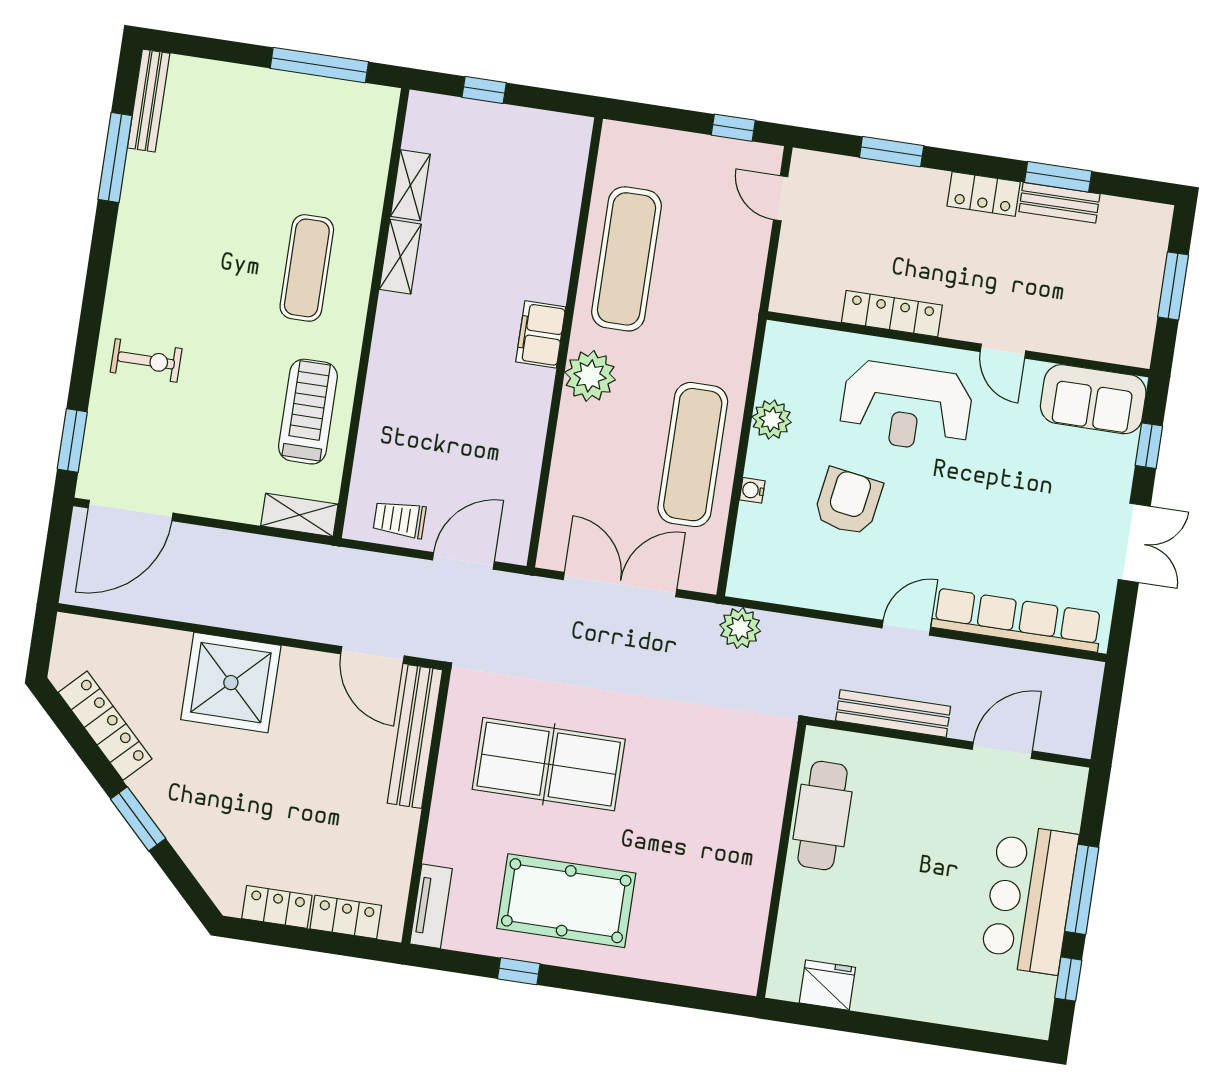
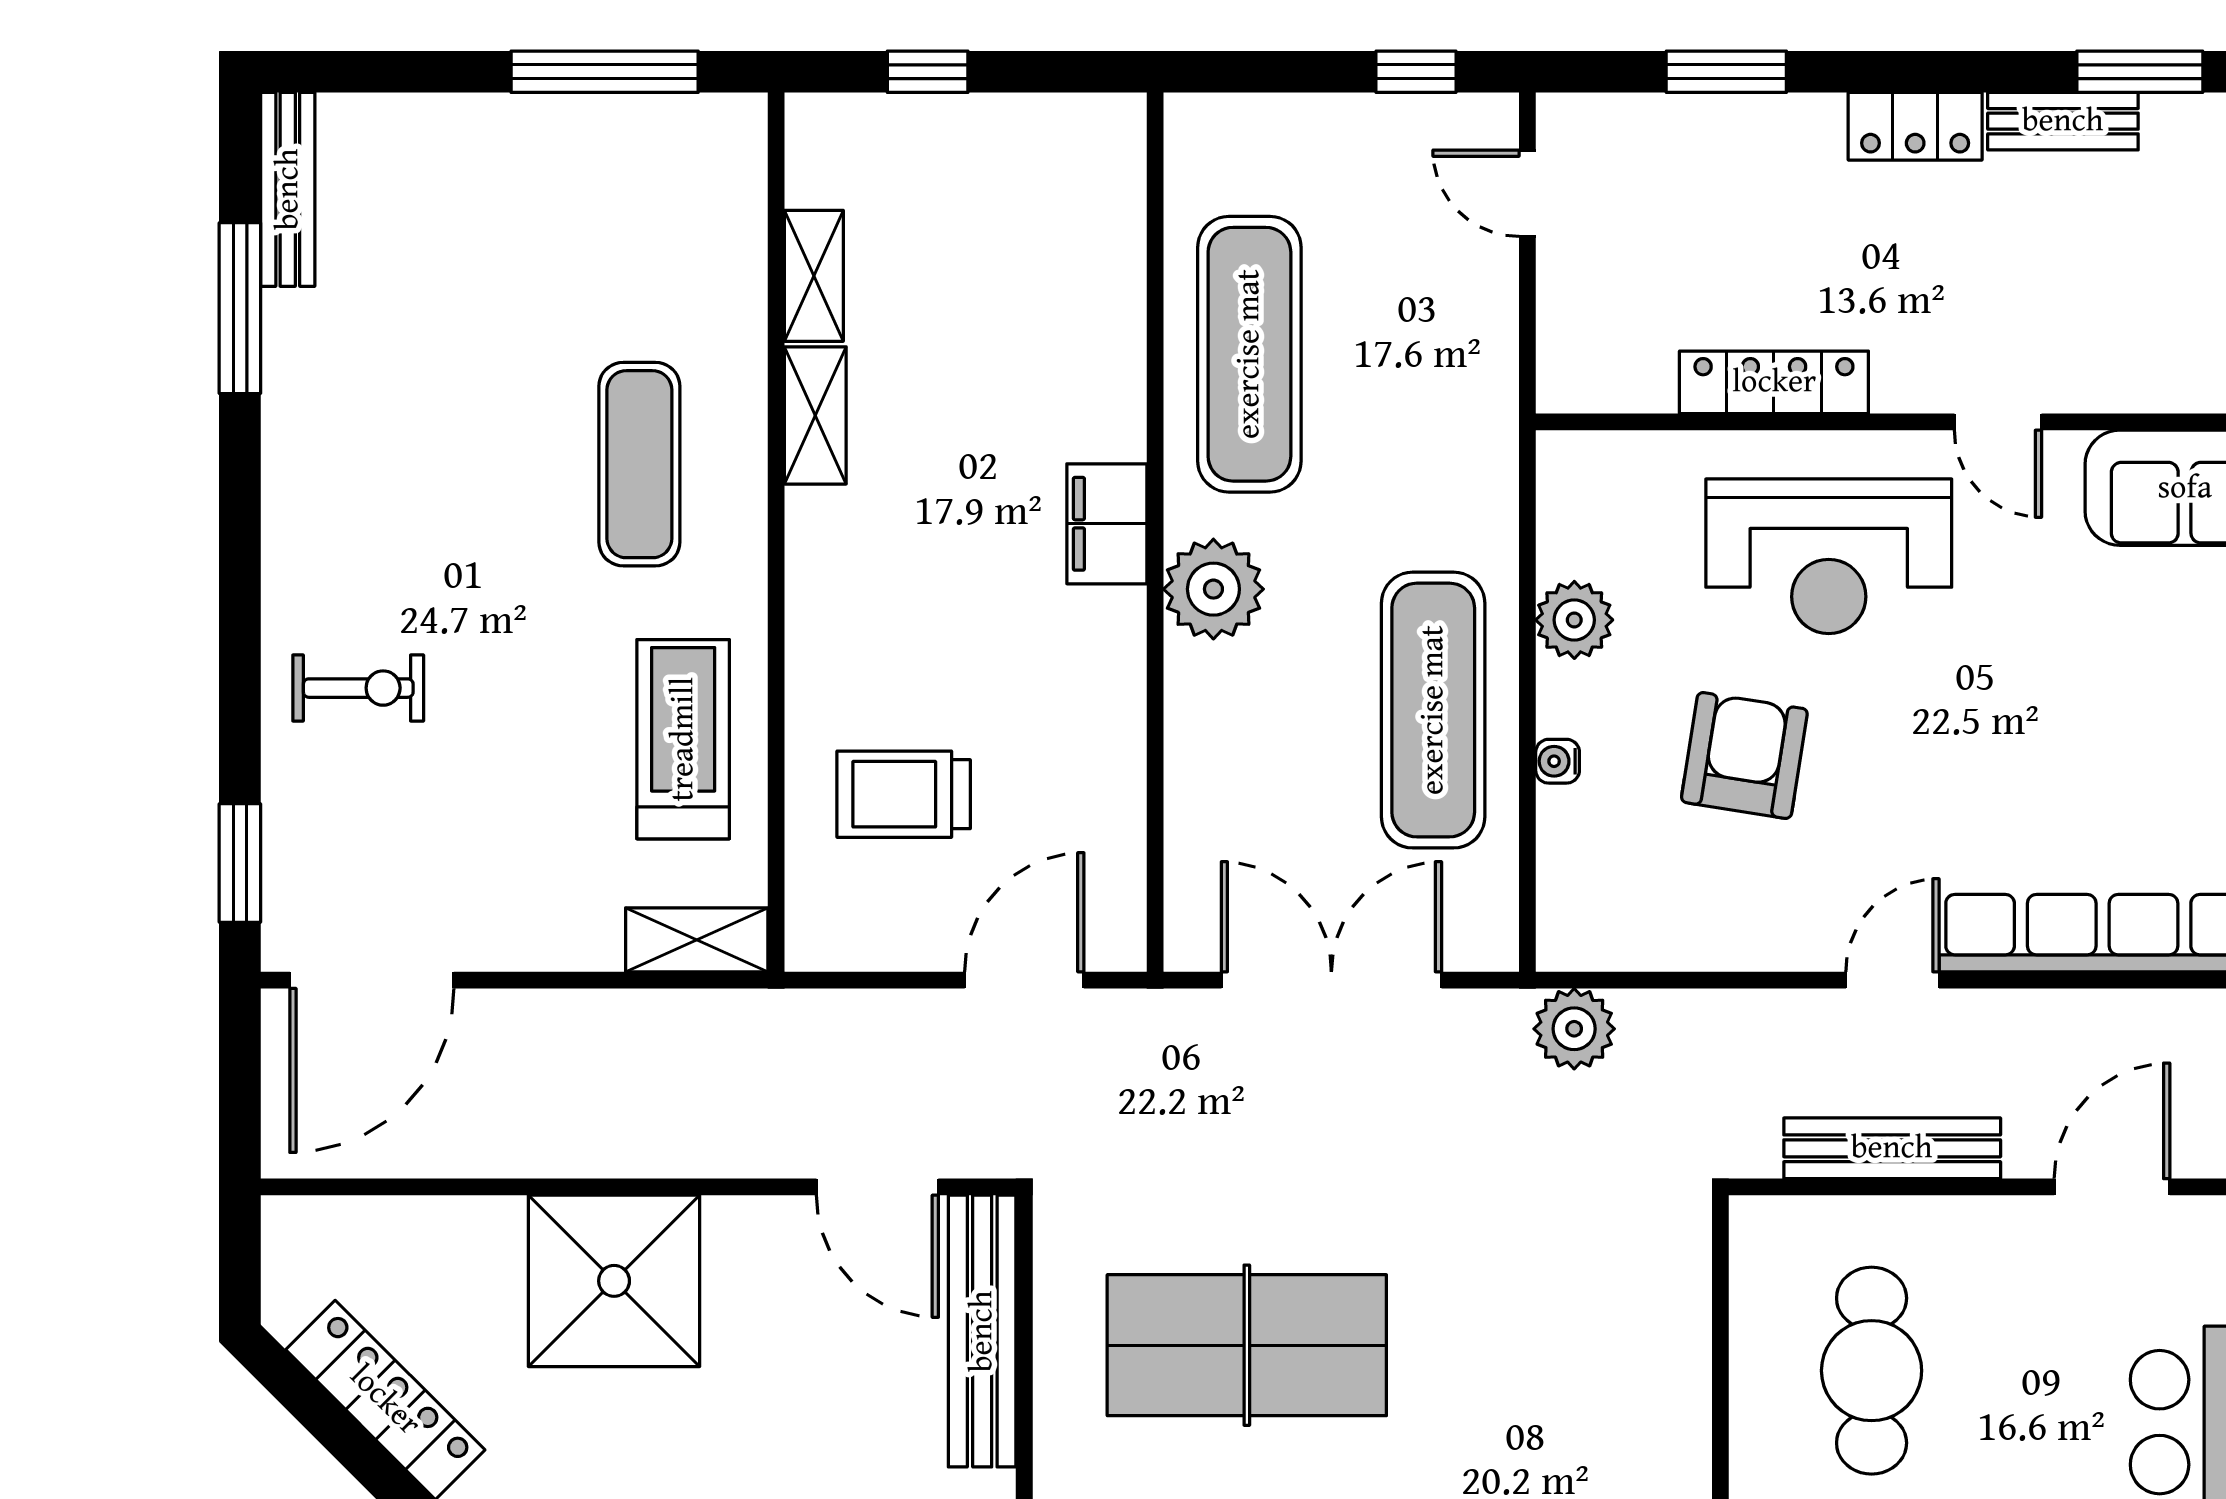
window: (1058, 177) -> (2140, 72), moved
trolley: (400, 519) -> (904, 794), moved, width x1.36, depth x1.39
cafe table: (823, 816) -> (1872, 1371), moved

